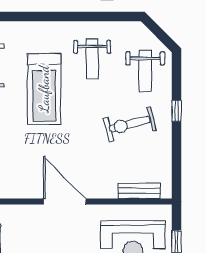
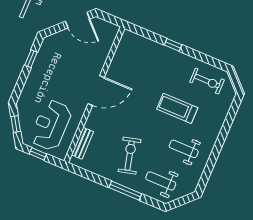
treadmill: (44, 89) -> (177, 108), width x0.73, depth x0.73
window: (177, 111) -> (125, 191), width x2.17

